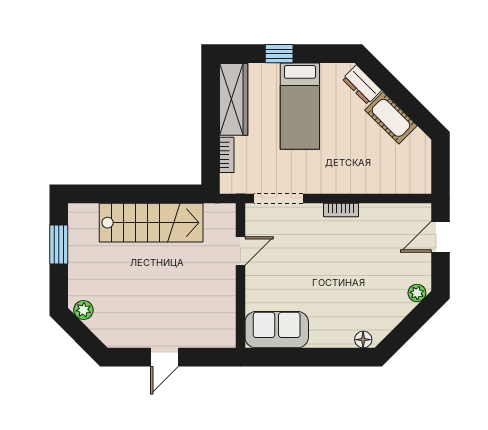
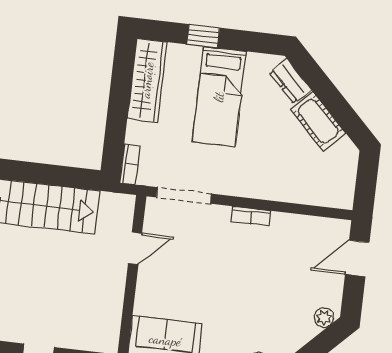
bookcase: (227, 155) -> (130, 164), moved

